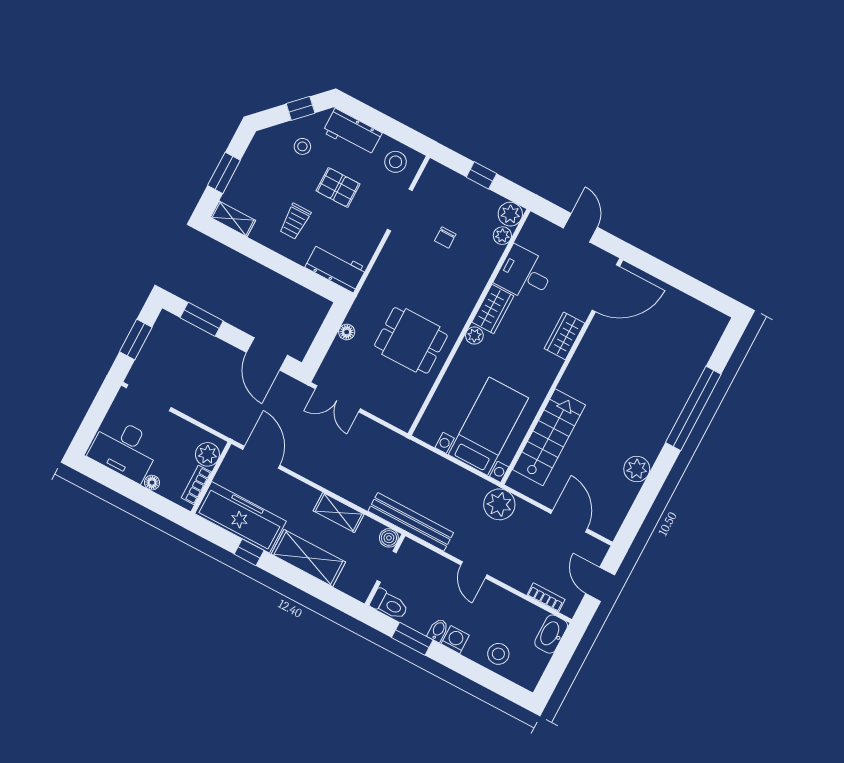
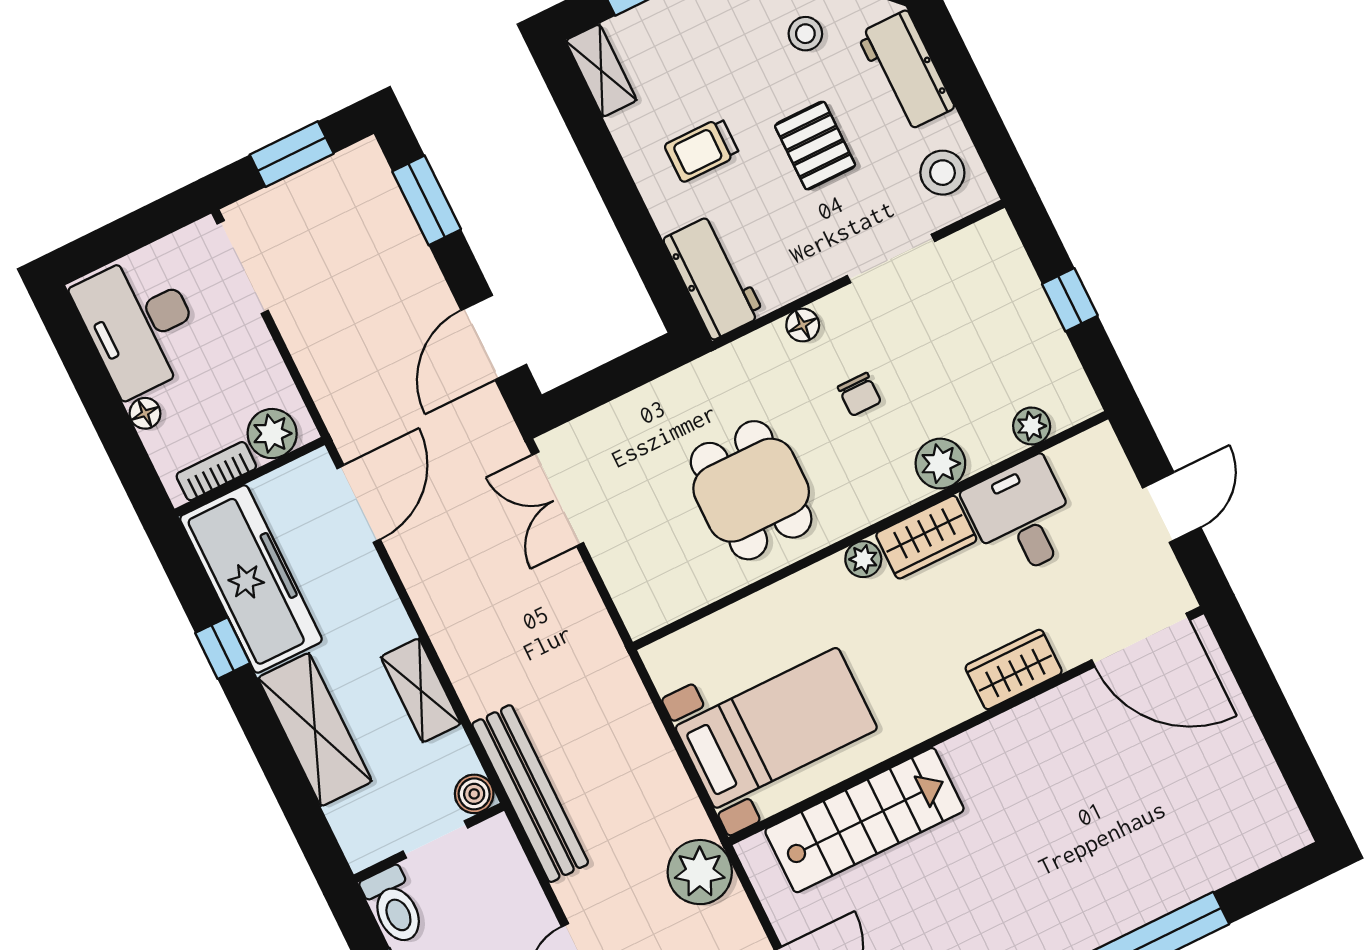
plant: (510, 214) -> (940, 464), moved
chair: (445, 238) -> (859, 394), moved, turned -90
floor lamp: (347, 332) -> (803, 325), moved

